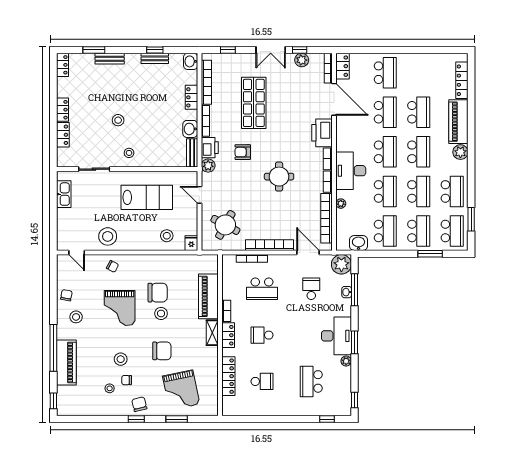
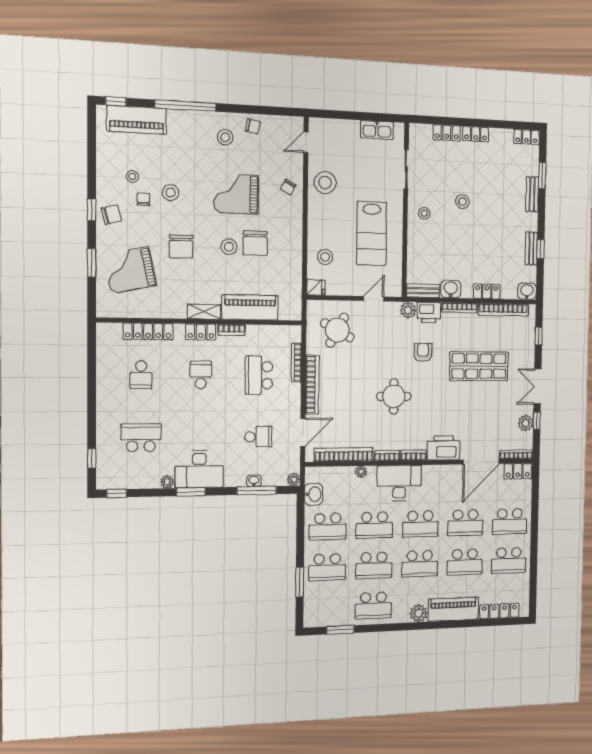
school desk: (452, 231) -> (509, 560), moved
plant: (341, 264) -> (294, 479), width x0.53, depth x0.53
piano: (66, 363) -> (137, 120), moved

